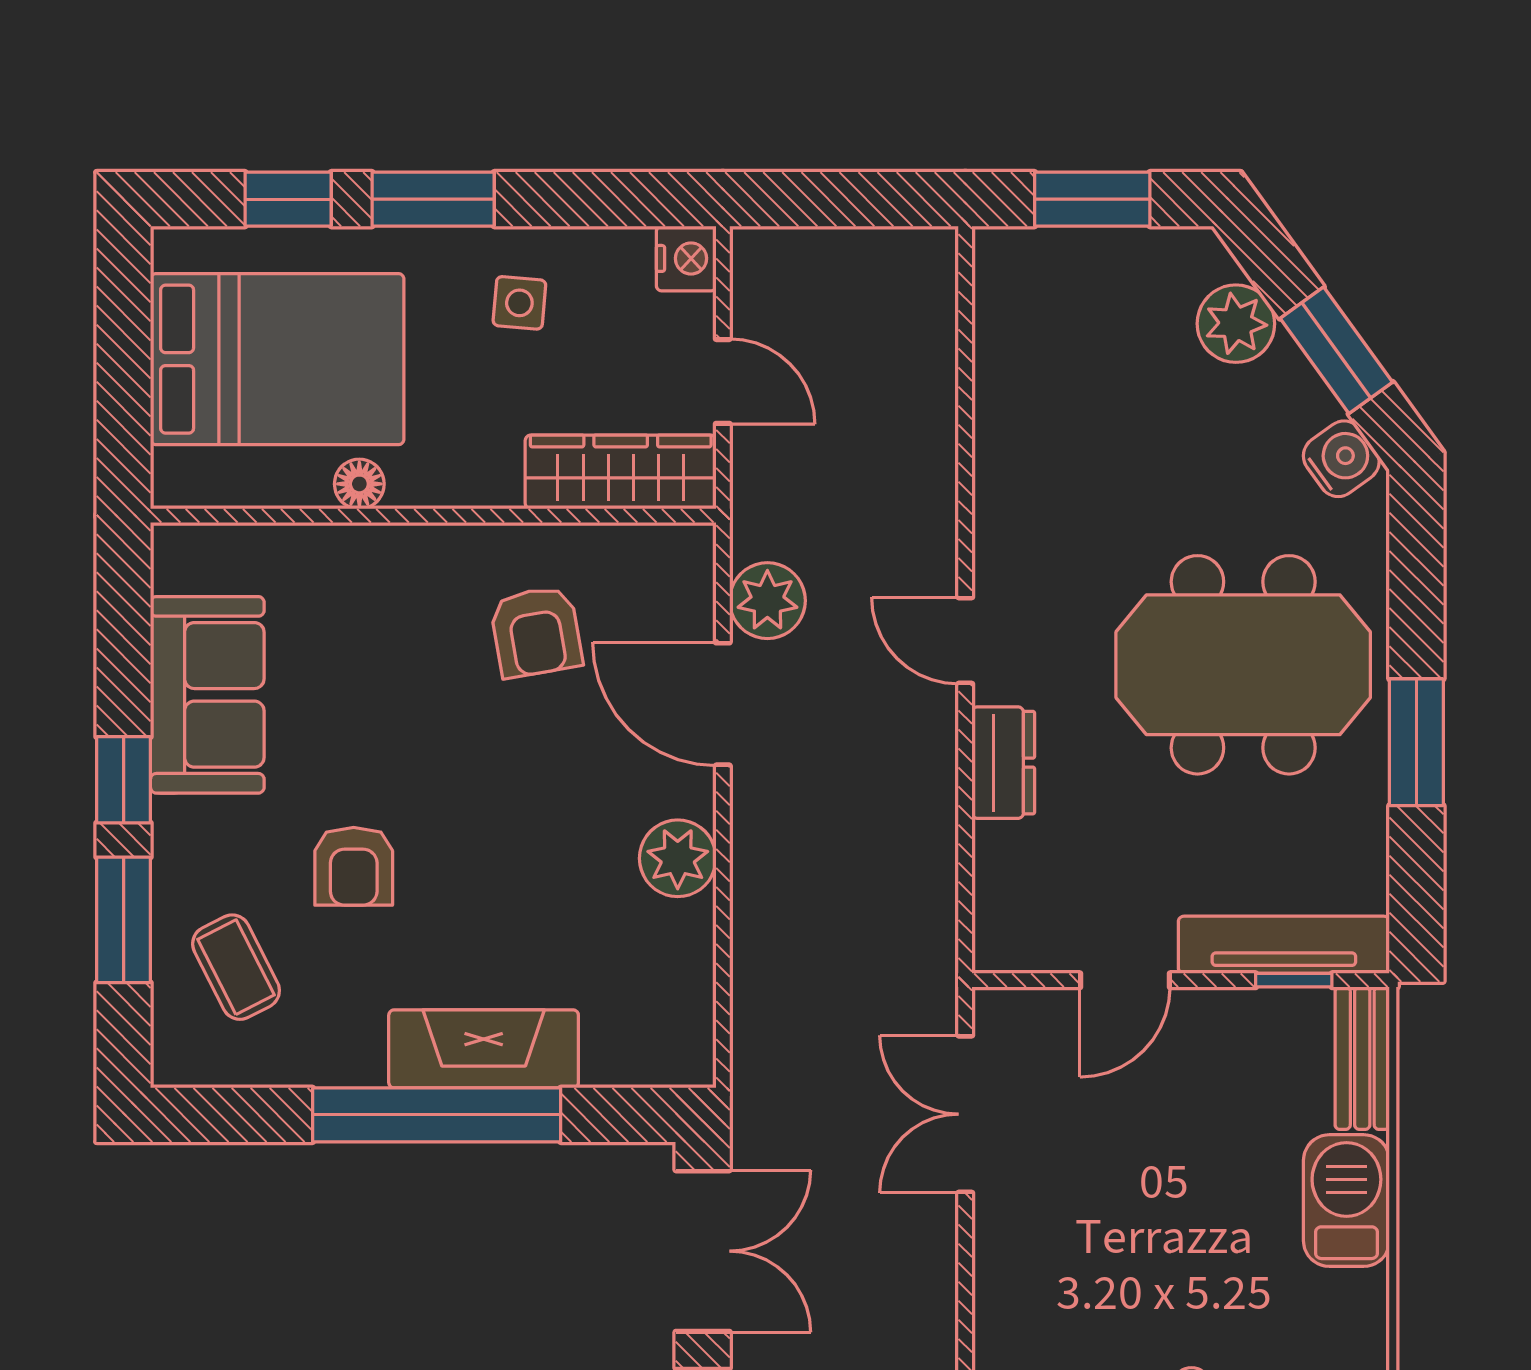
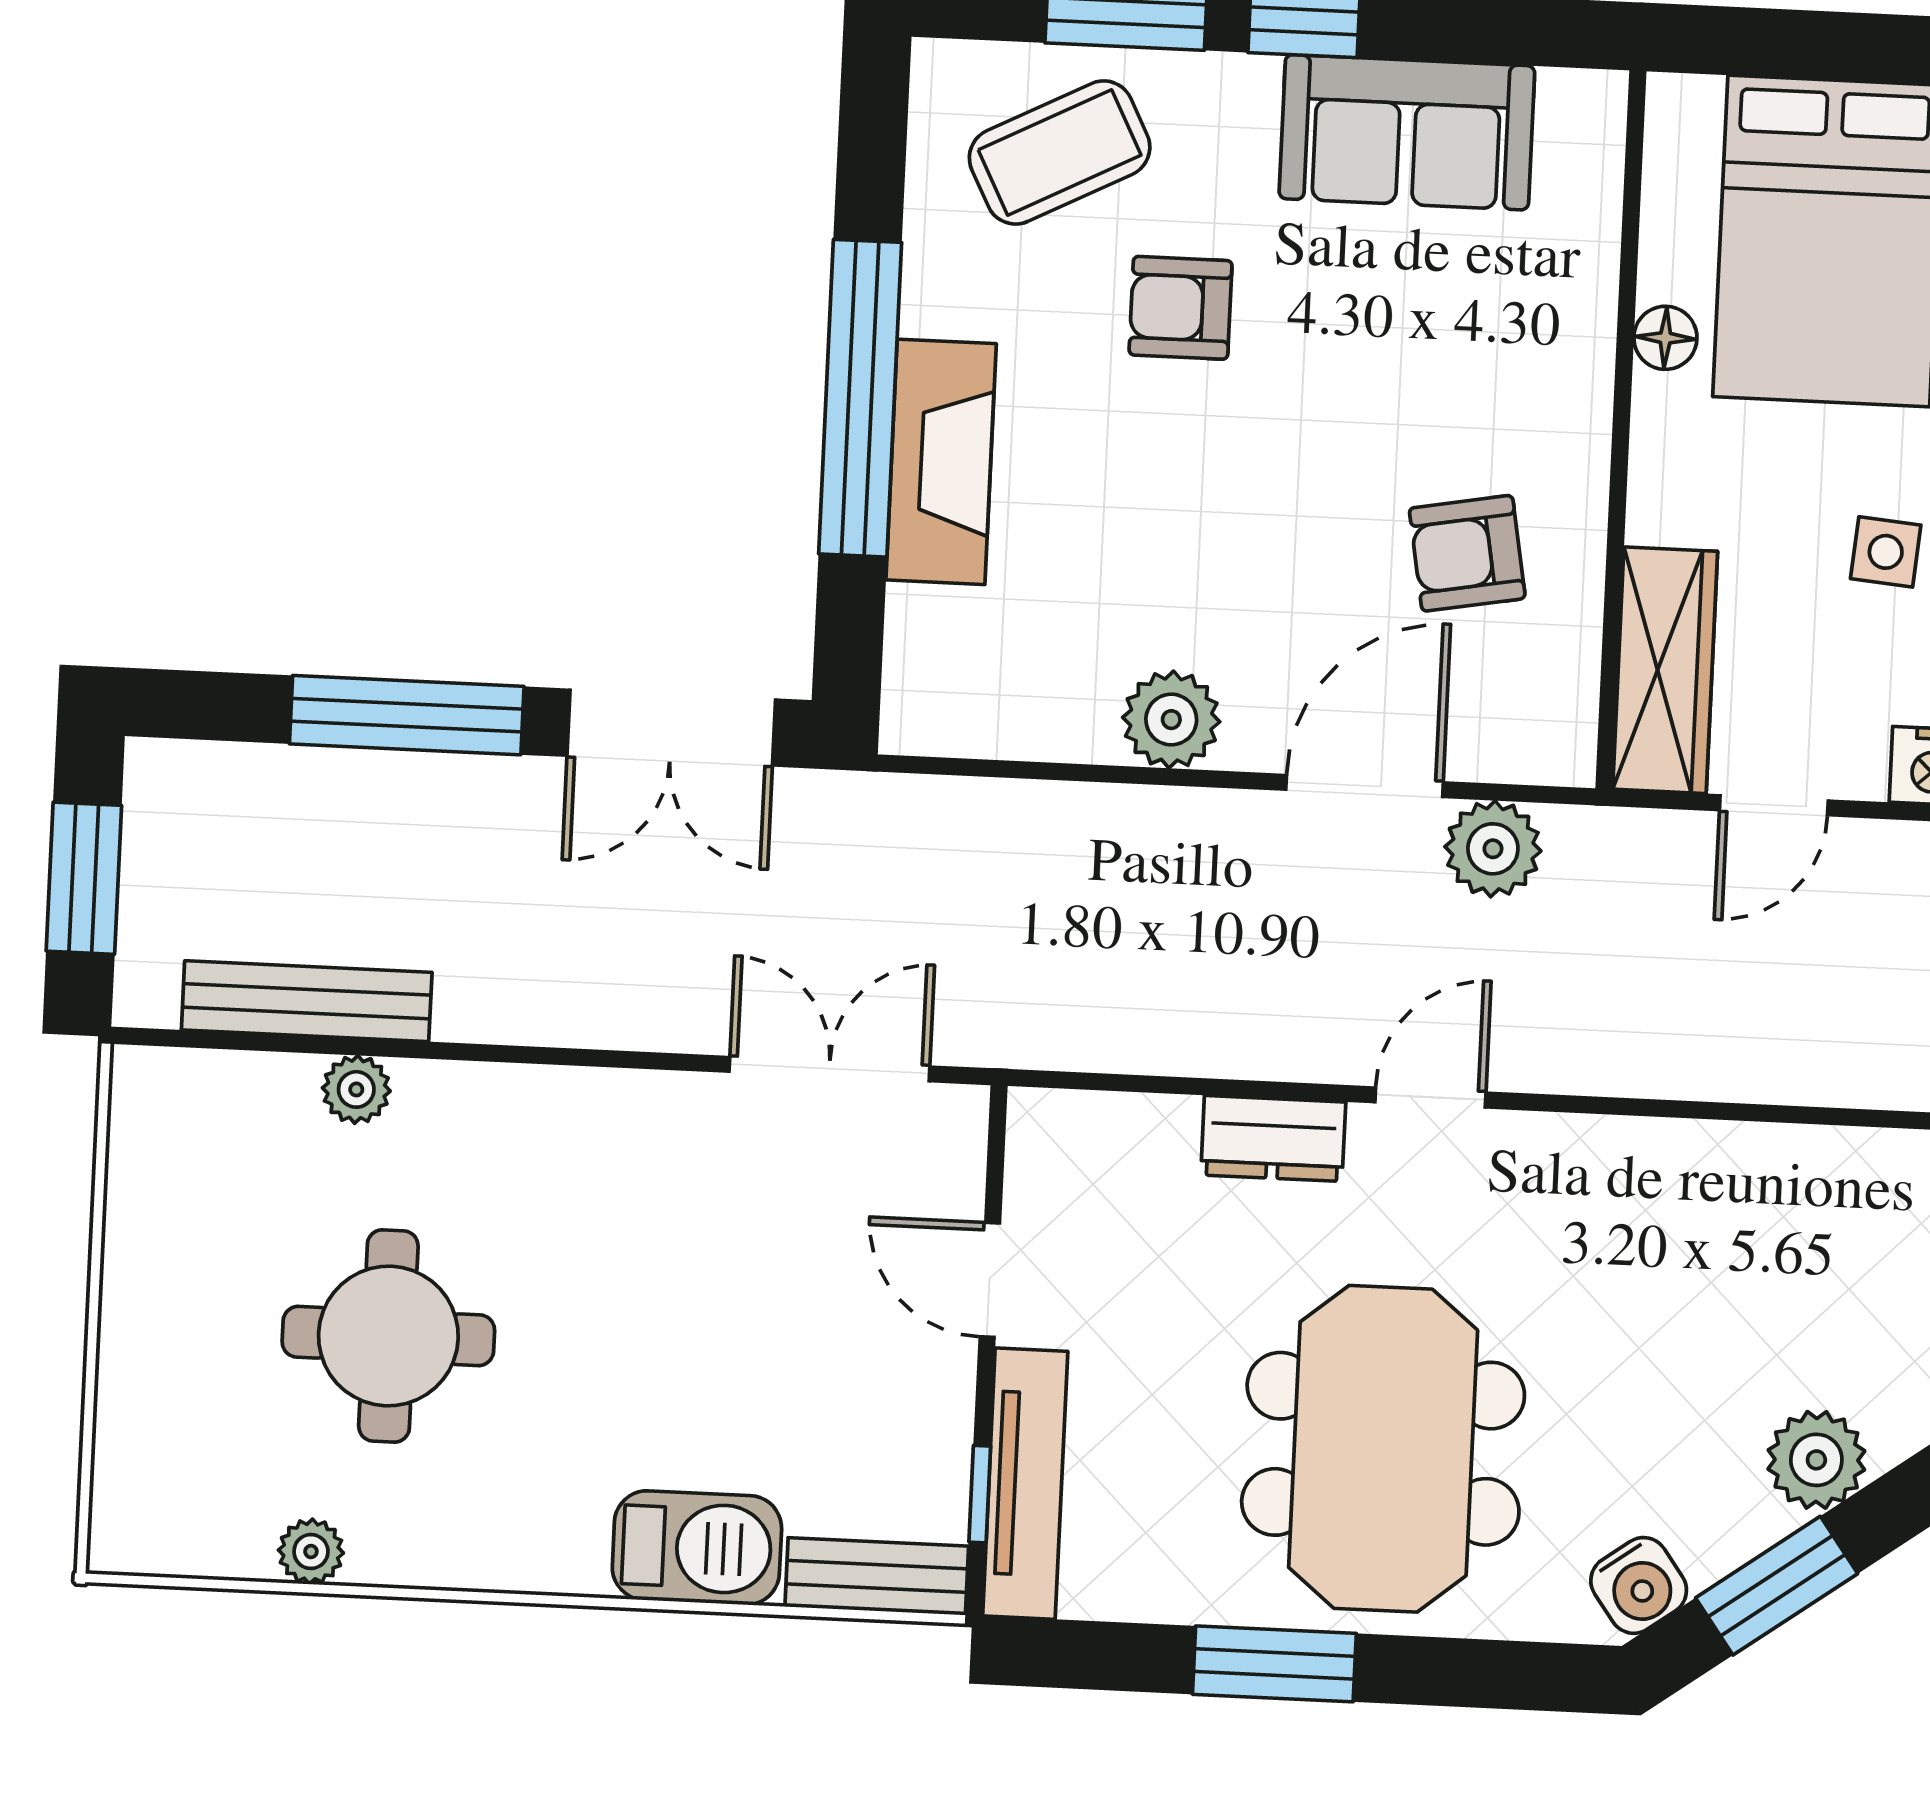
coffee table: (236, 967) -> (1060, 152), width x1.36, depth x1.30

